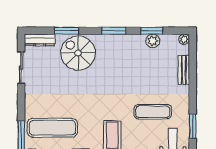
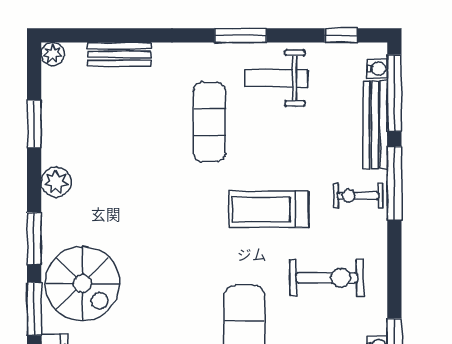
window: (114, 31) -> (34, 238), moved
plant: (153, 41) -> (56, 182), moved
spiral stairs: (78, 53) -> (82, 284), turned -90

